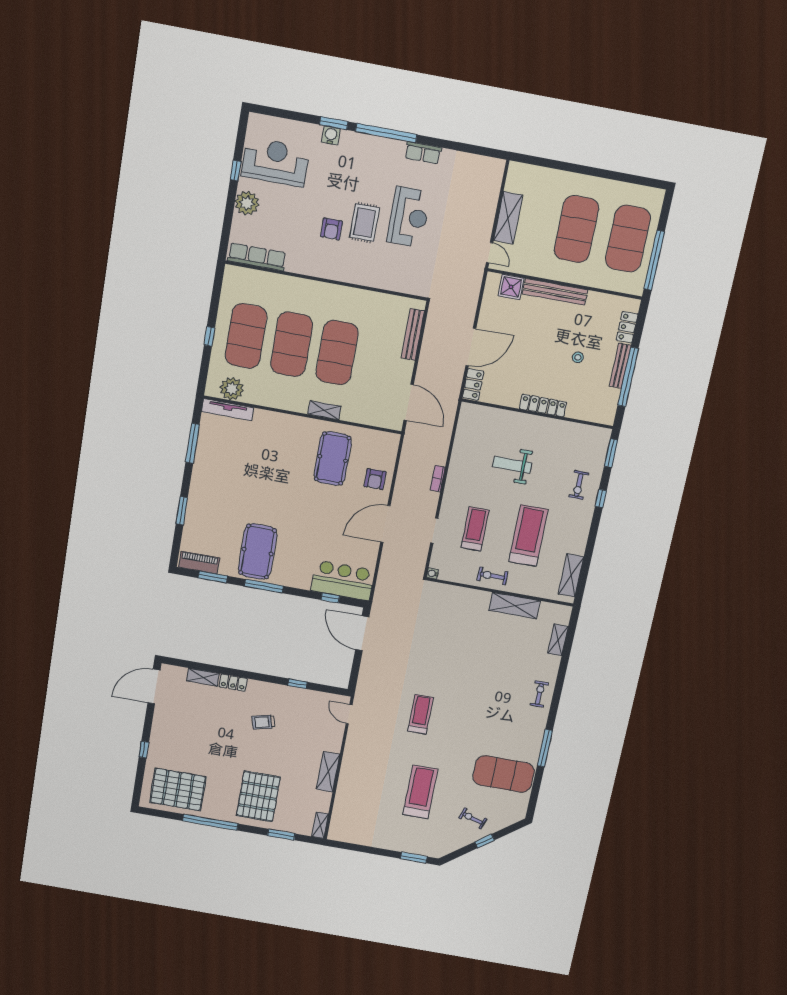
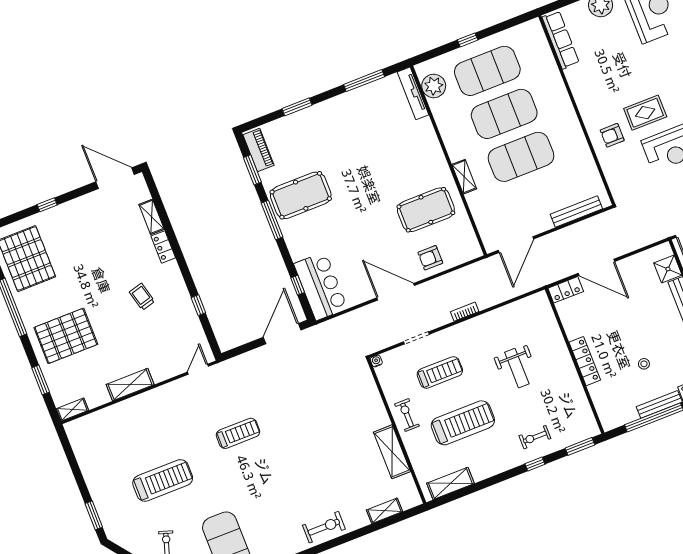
armchair: (331, 229) -> (612, 135), moved
weight bench: (512, 465) -> (517, 368), turned 180
exercise bike: (539, 694) -> (324, 527), width x1.38, depth x1.39

